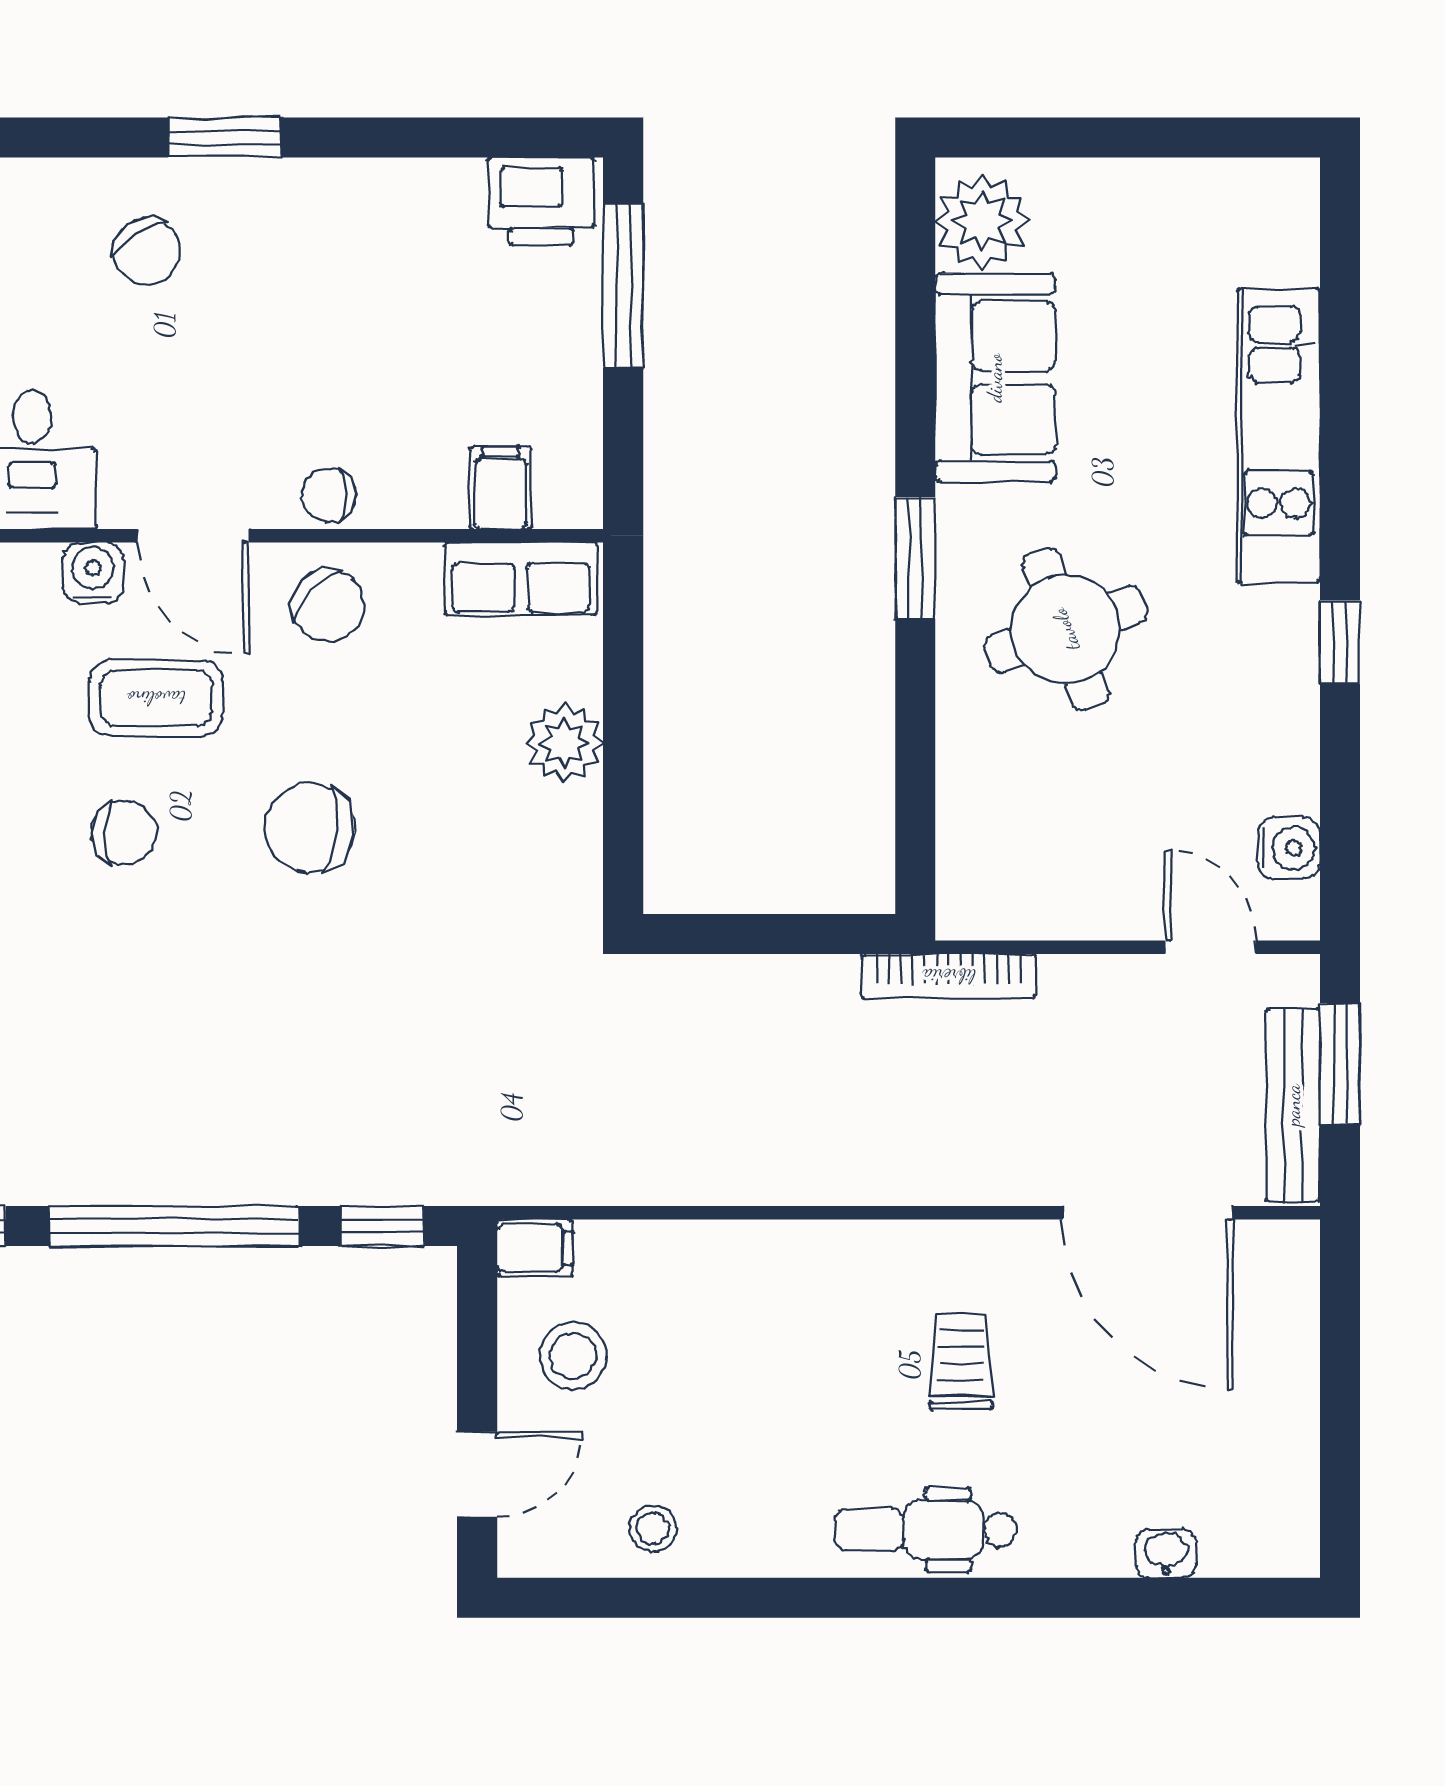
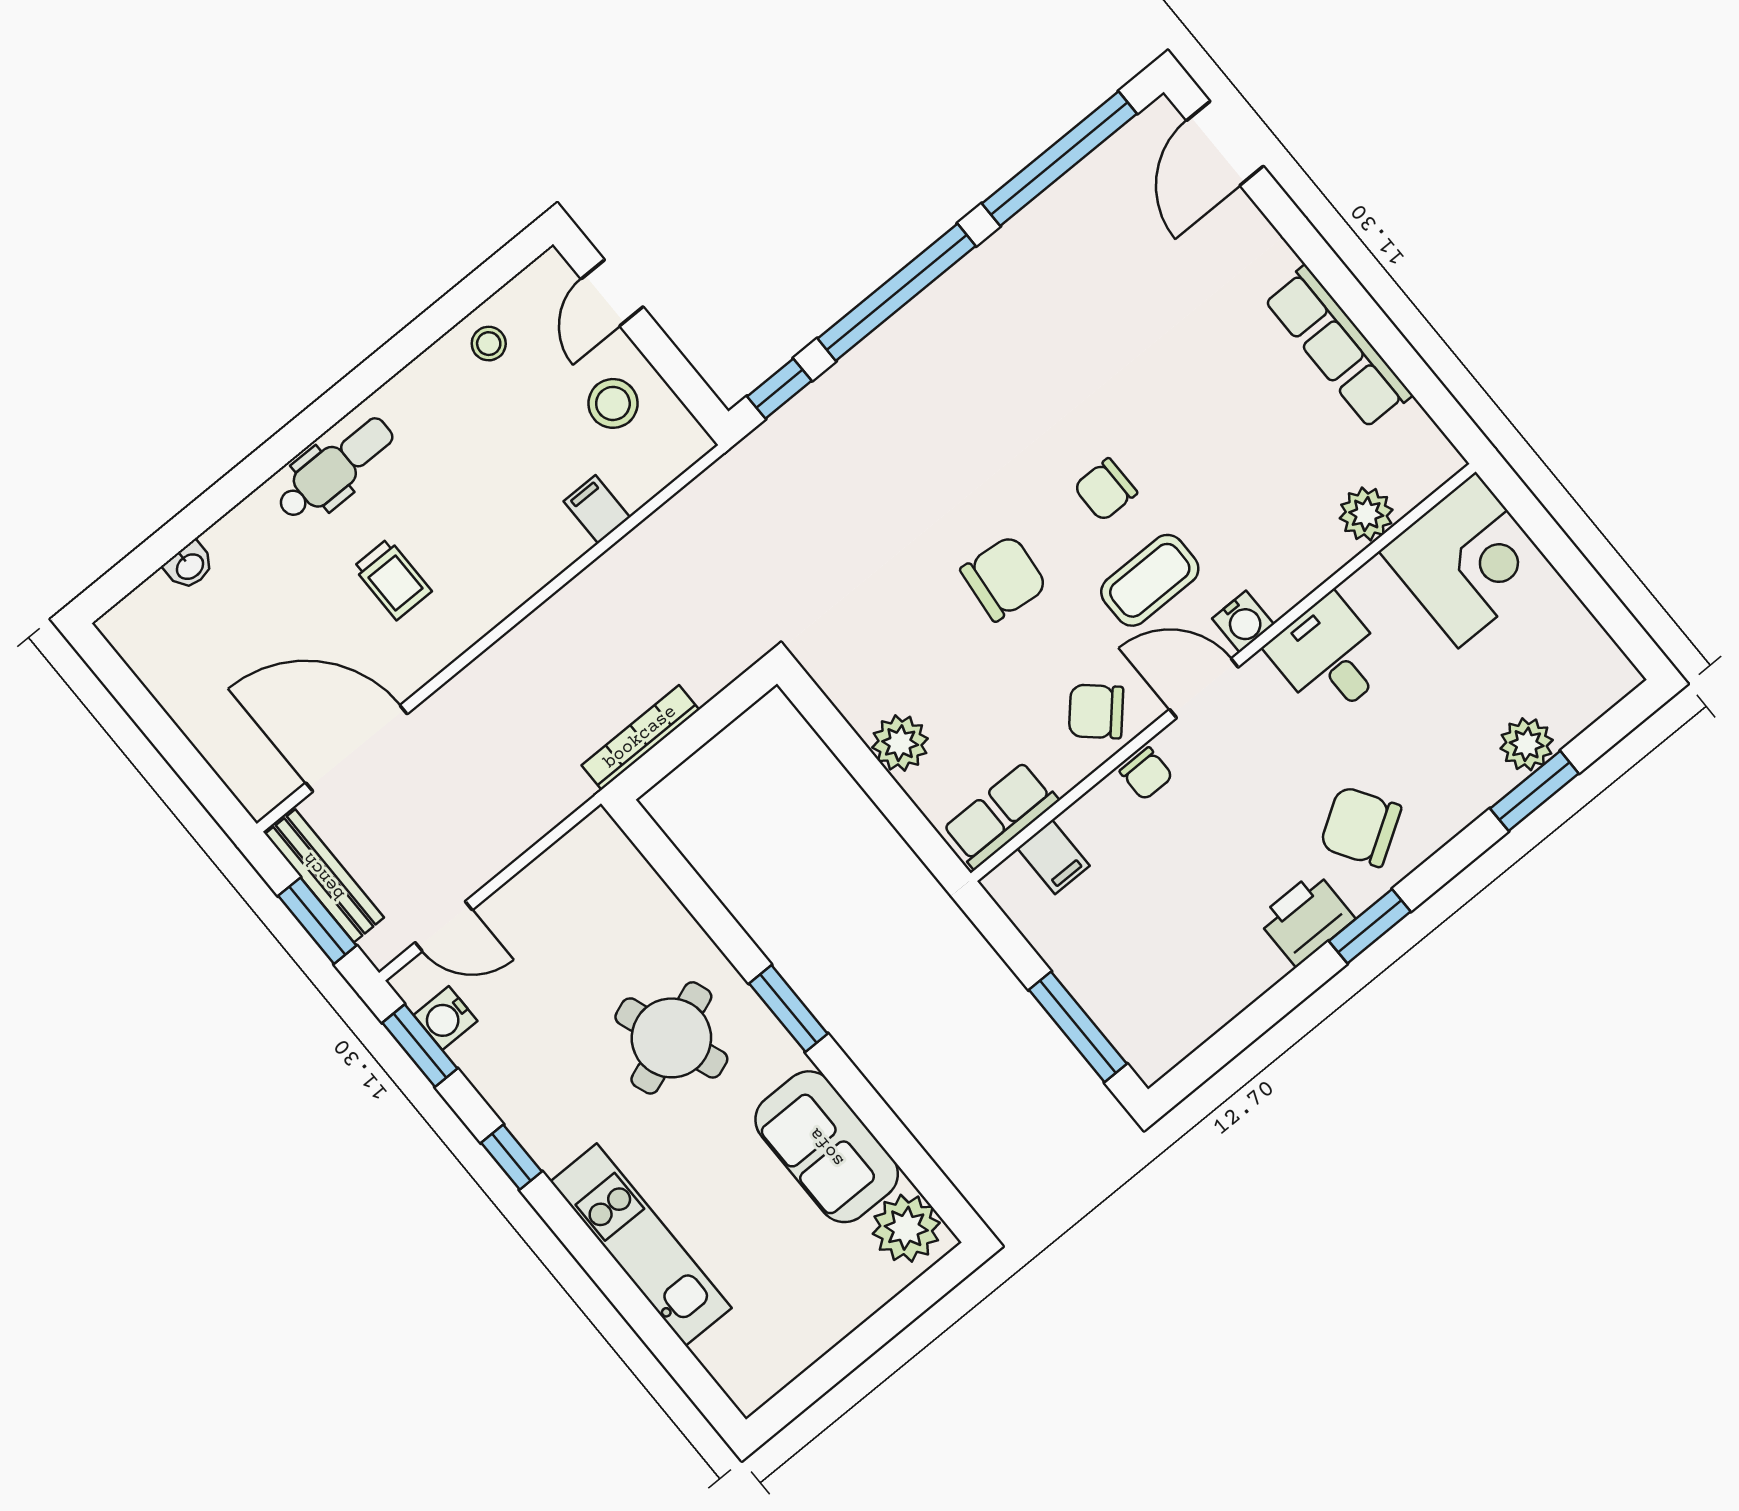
printer: (541, 201) -> (1306, 919), moved
chair: (147, 252) -> (1361, 827), width x1.37, depth x1.37
chair: (329, 495) -> (1146, 774), turned 90
window: (1340, 841) -> (420, 1046), added
bookcase: (949, 976) -> (640, 737), moved
filing cabinet: (535, 1248) -> (597, 509), moved, turned 90

